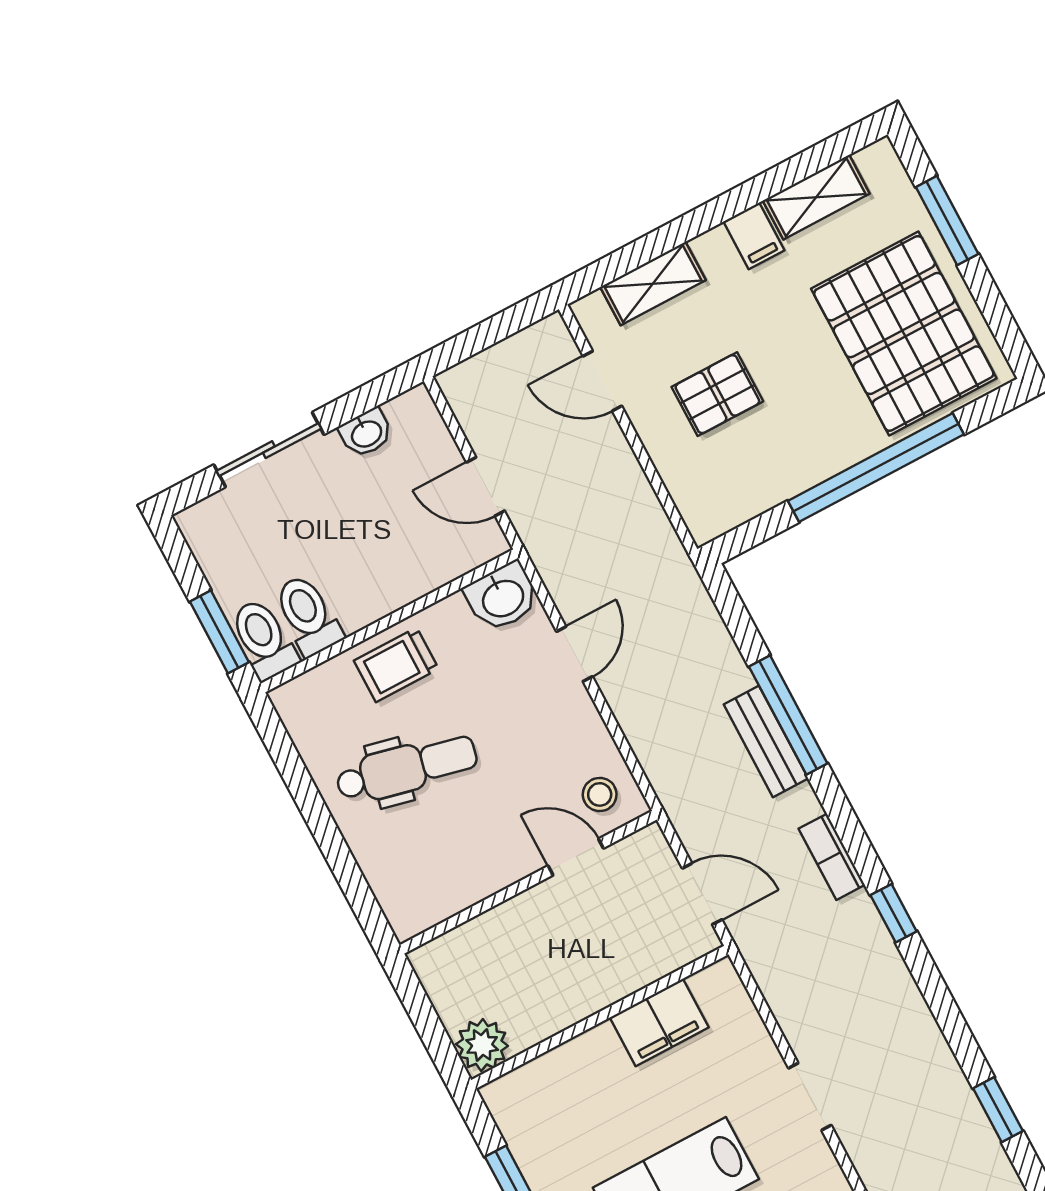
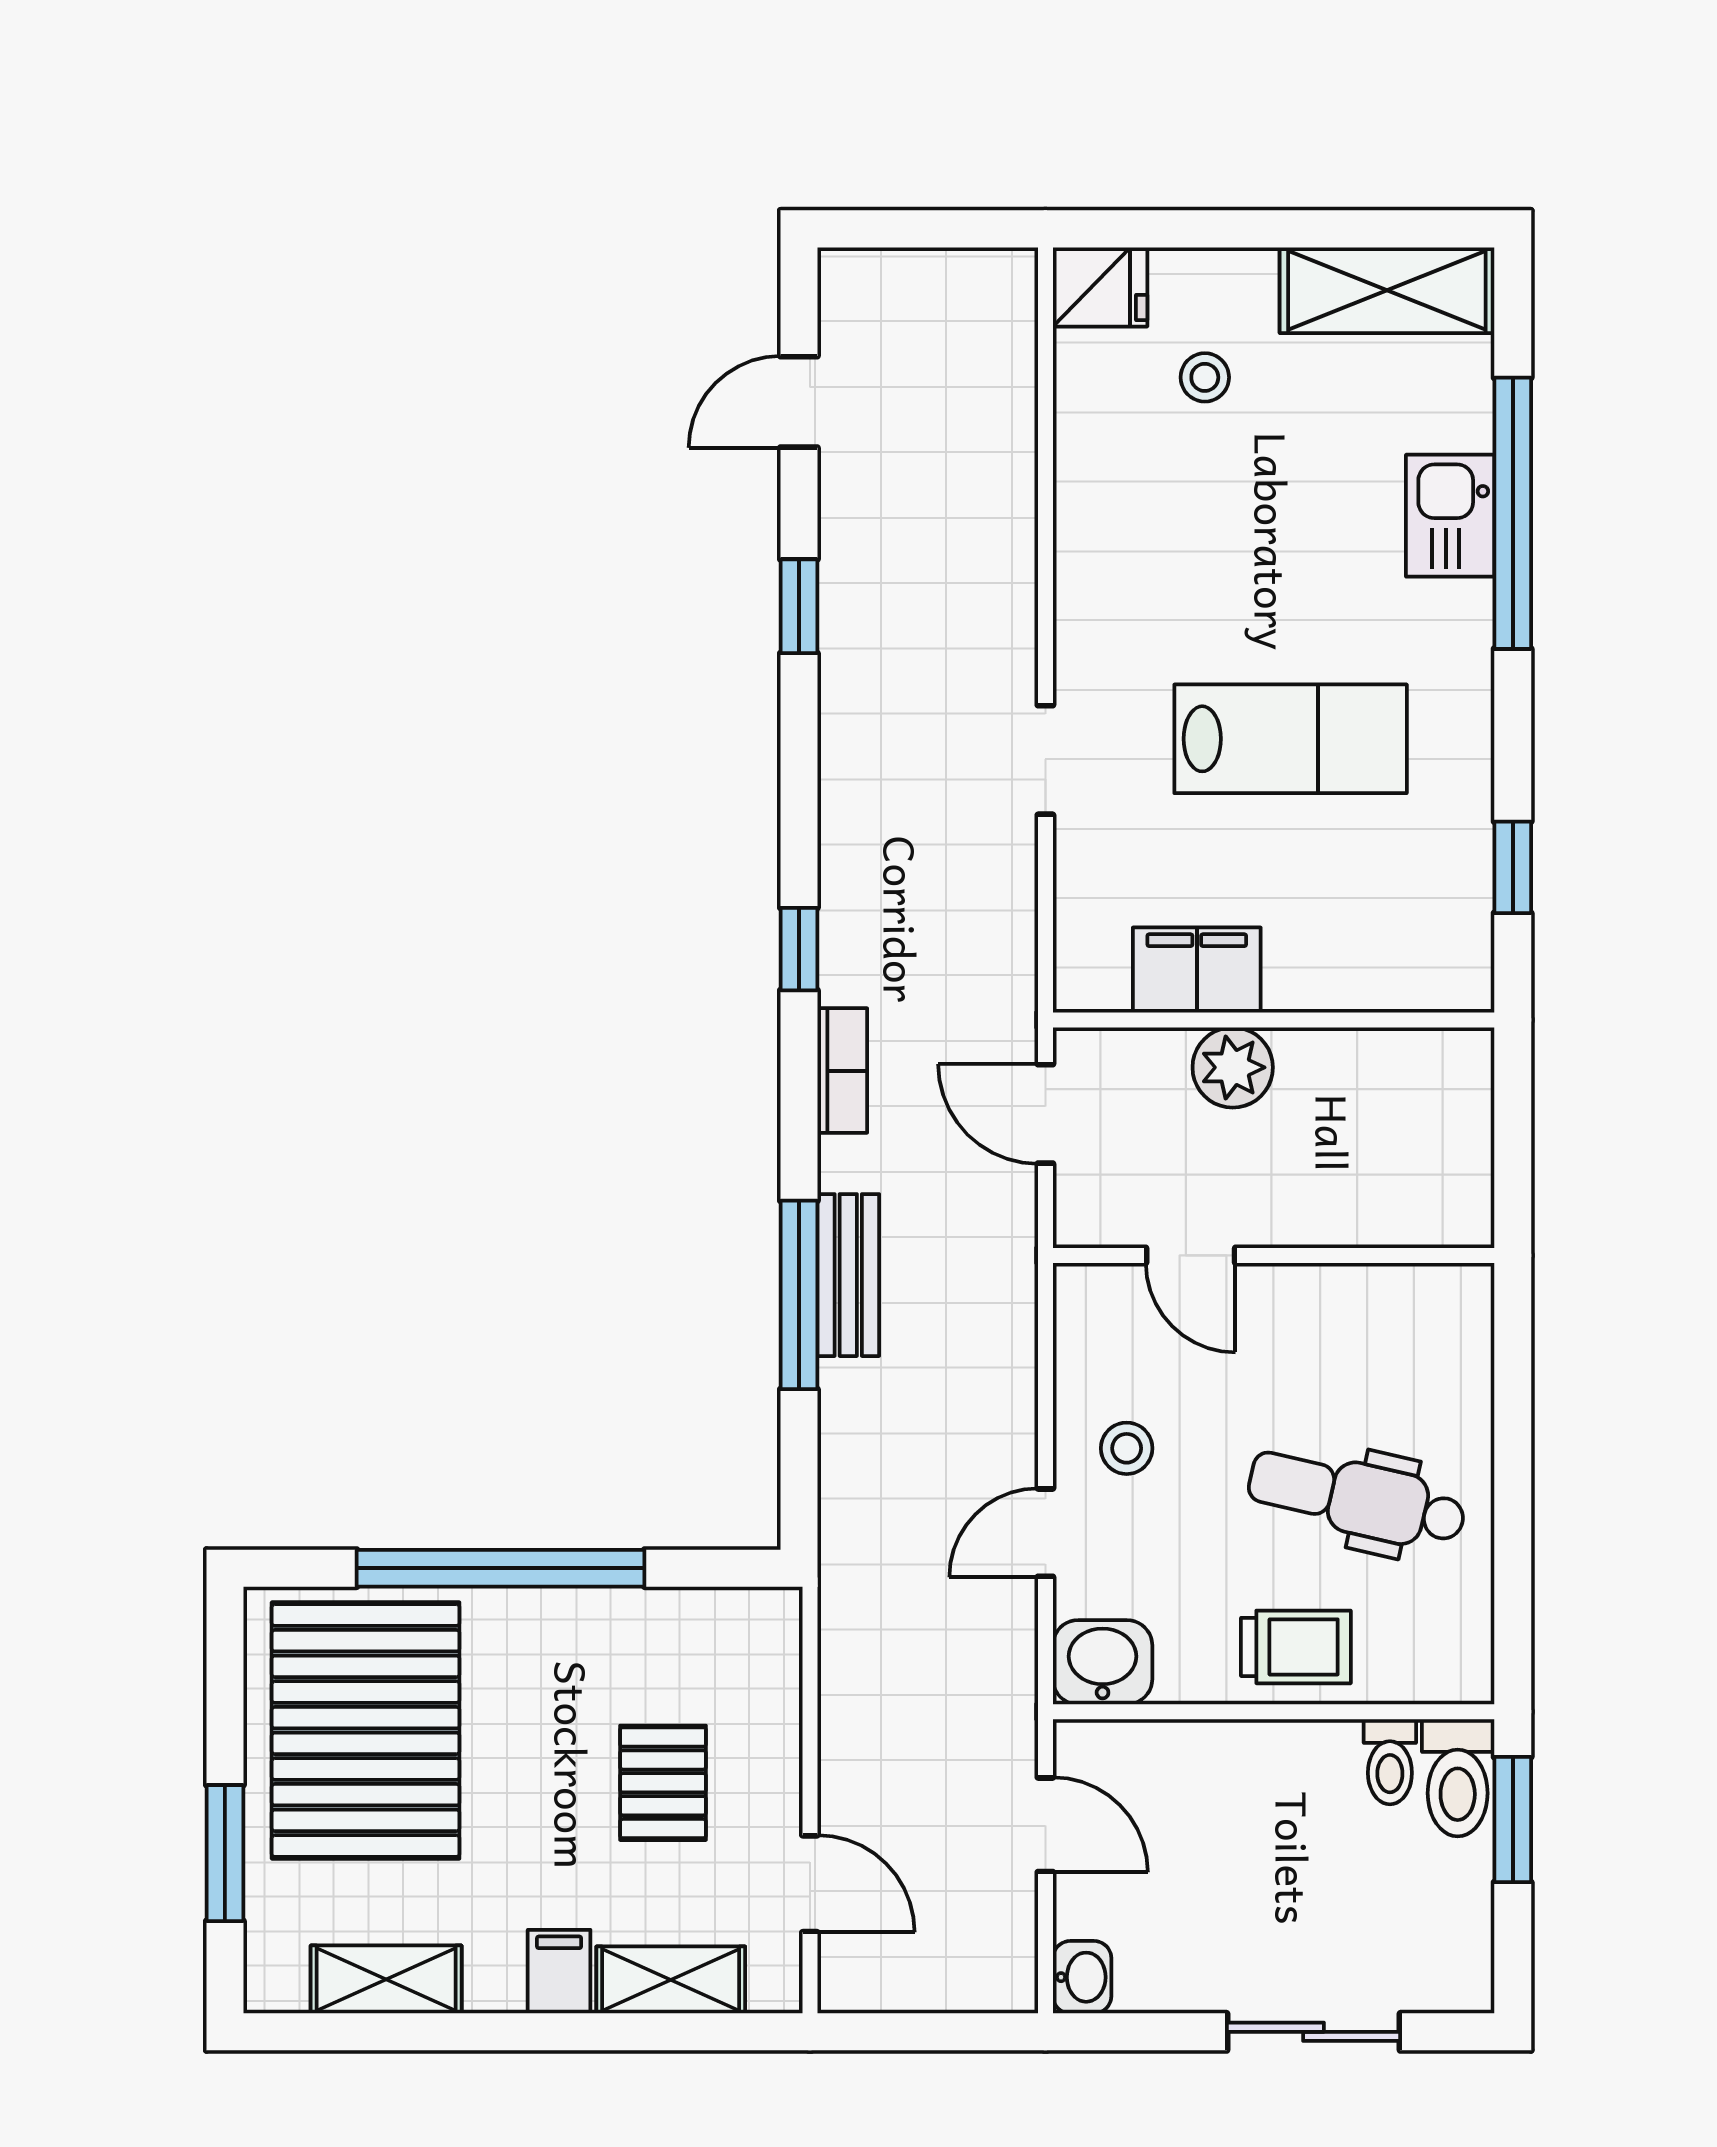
filing cabinet: (754, 236) -> (559, 1972), moved
pallet: (717, 394) -> (663, 1783), turned 90
washbasin: (366, 433) -> (1082, 1977), moved, turned 90
toilet: (308, 615) -> (1390, 1762), width x0.73, depth x0.72
stool: (600, 794) -> (1127, 1448), moved
plant: (482, 1045) -> (1233, 1067), moved

